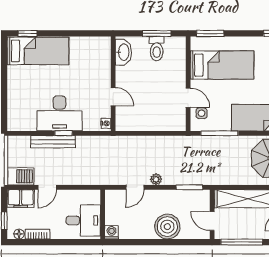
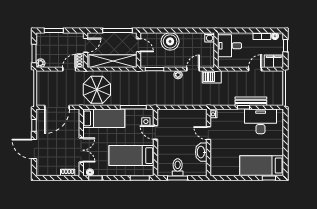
washbasin: (123, 52) -> (201, 152), moved
desk: (59, 113) -> (261, 121), moved
barbecue: (21, 176) -> (212, 77), moved

